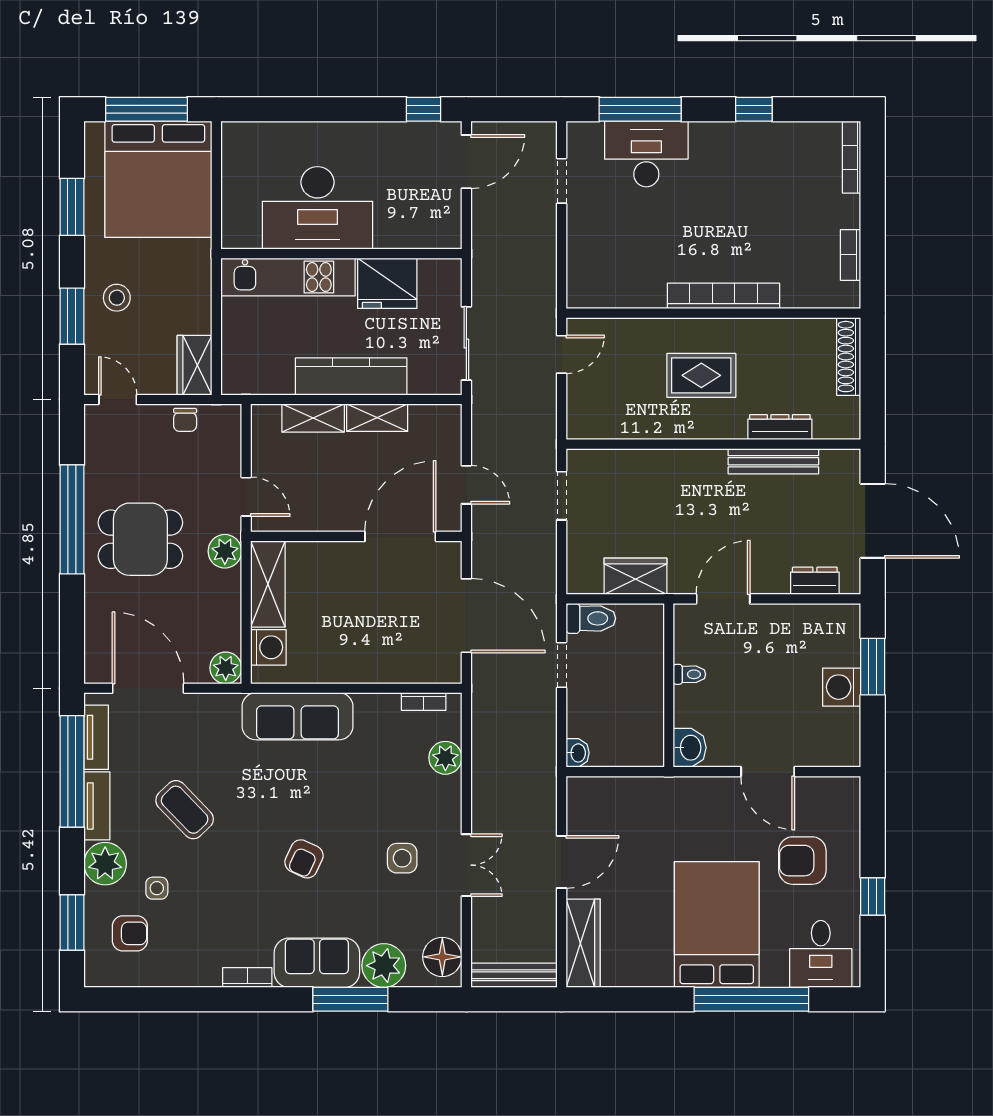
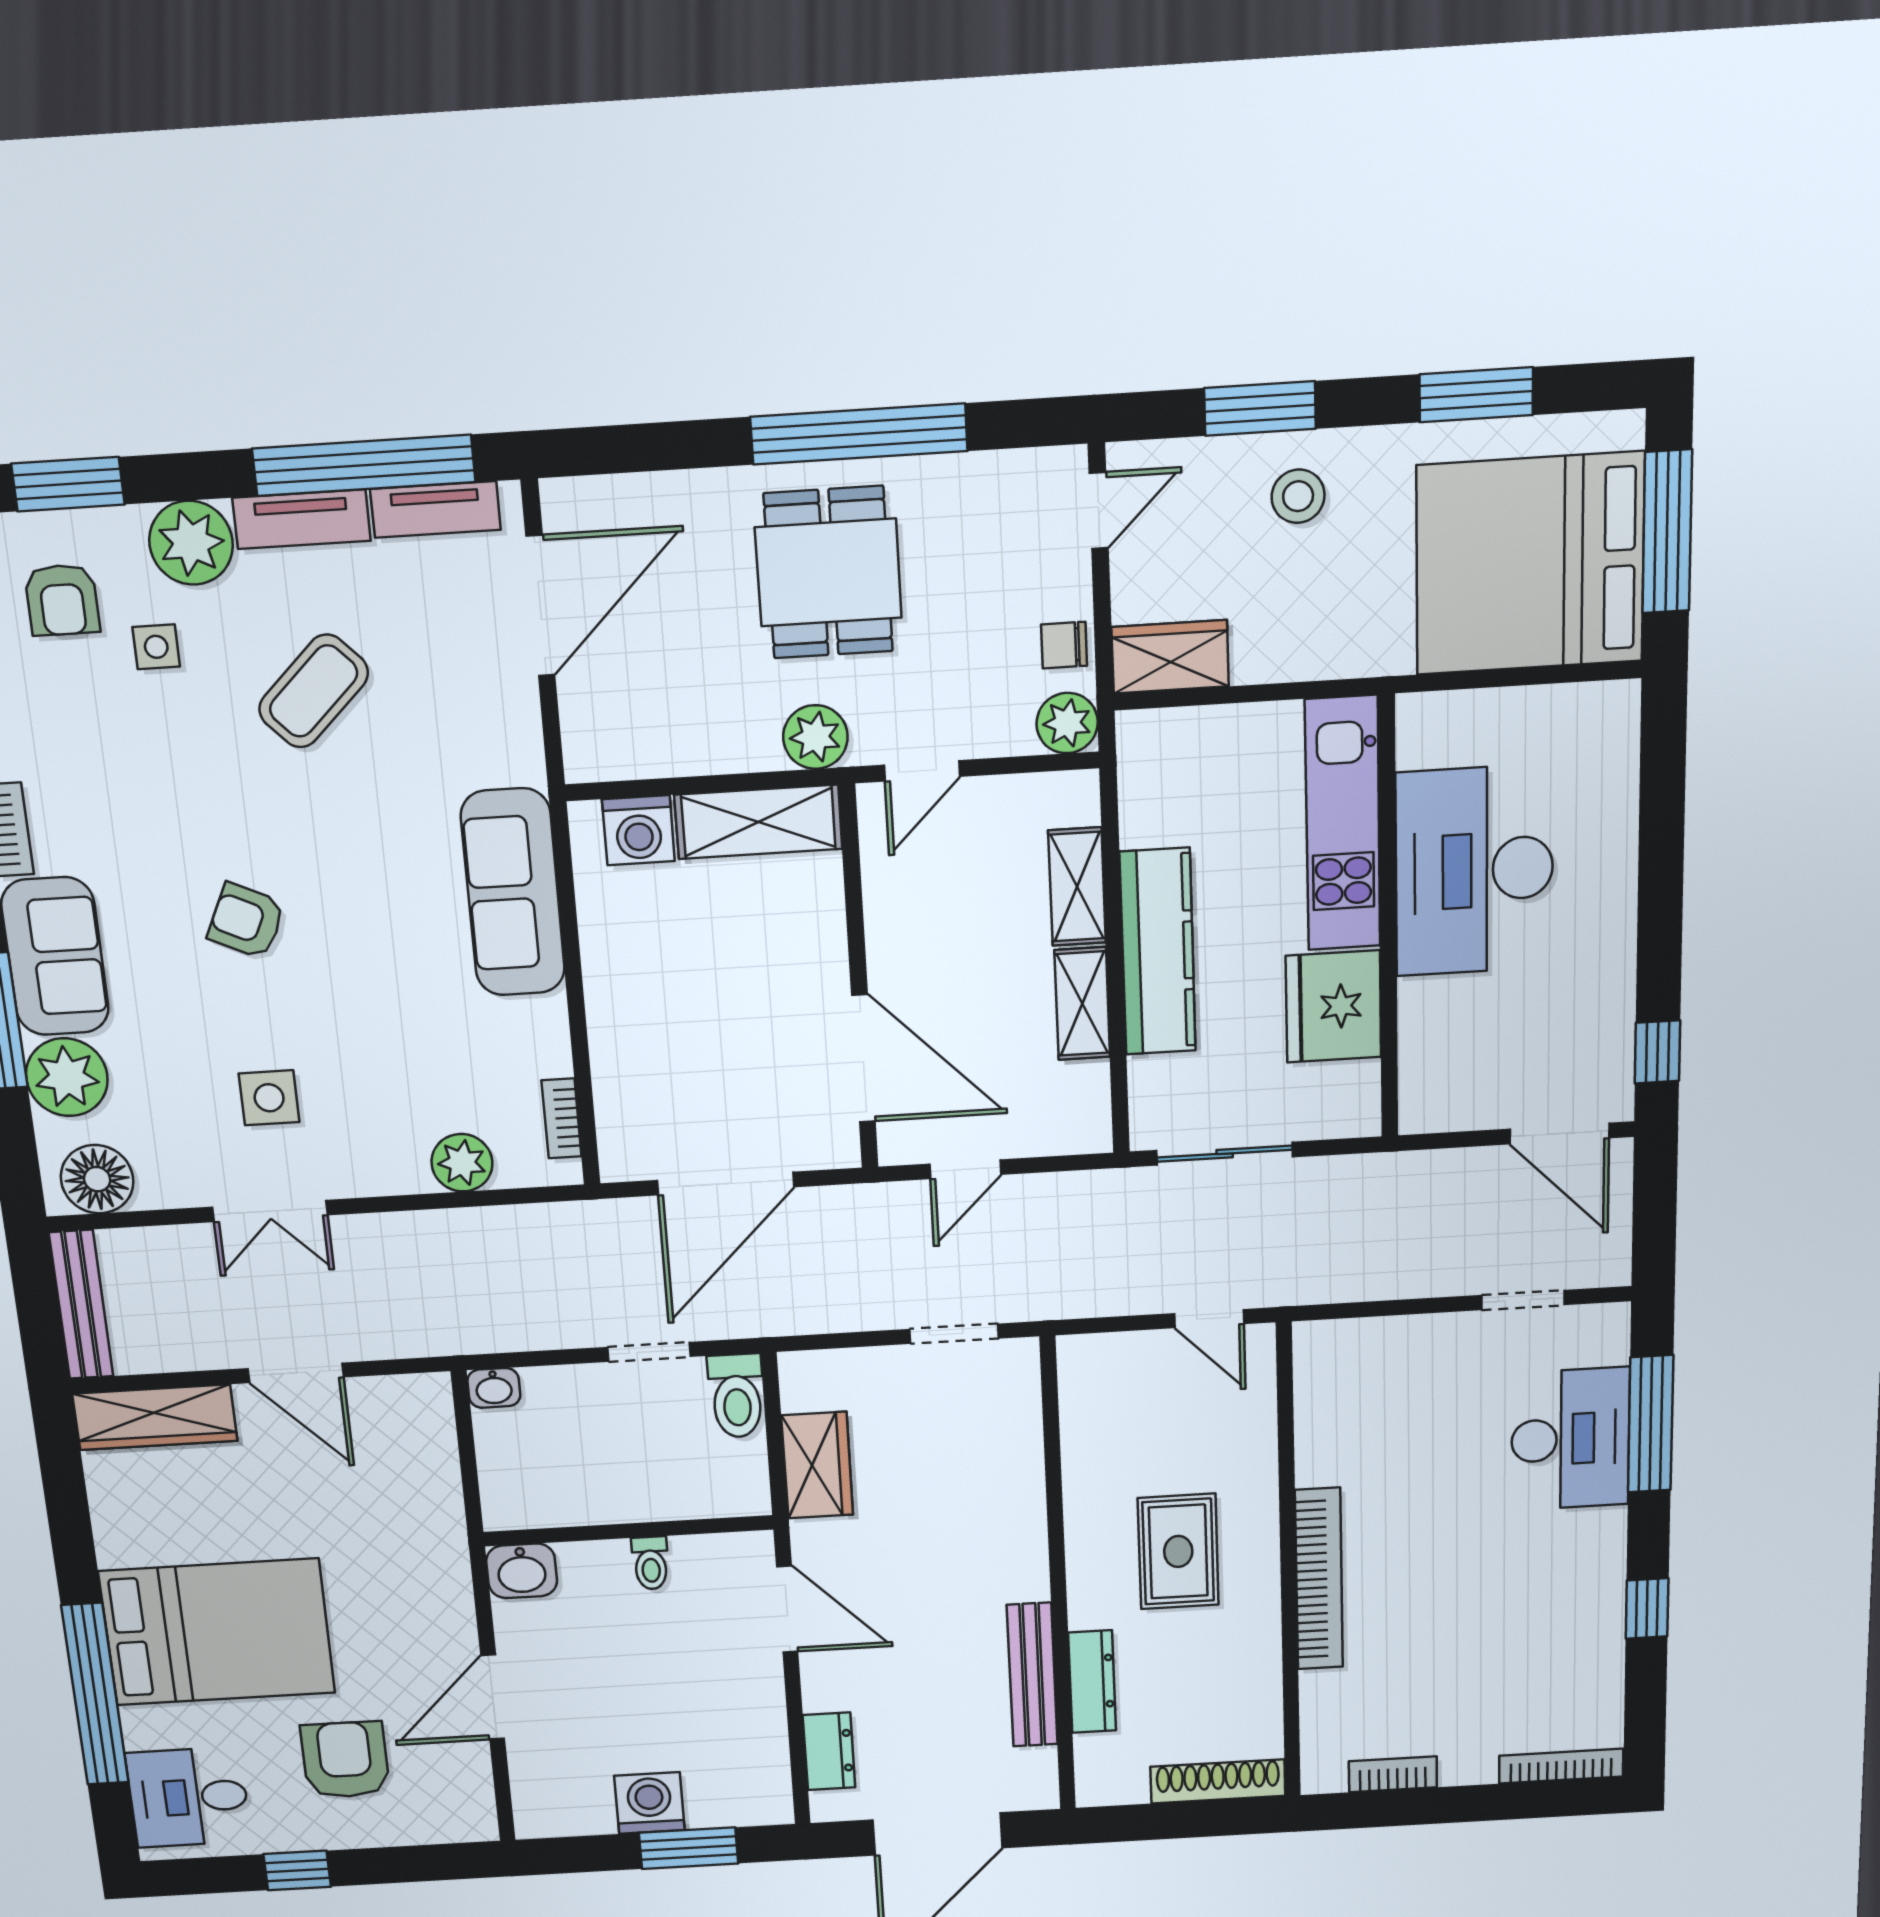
plant: (226, 668) -> (1067, 723), moved

